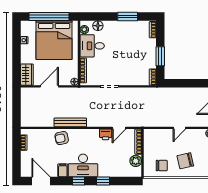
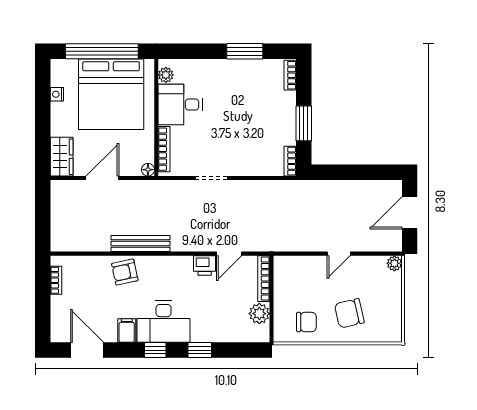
floor lamp: (98, 26) -> (191, 68), removed

